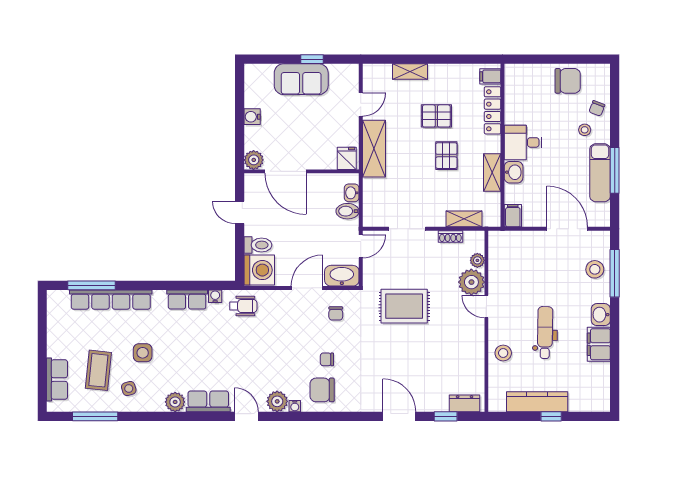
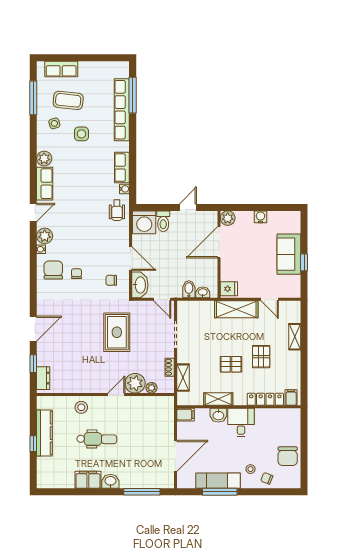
stool: (595, 269) -> (145, 477), removed

